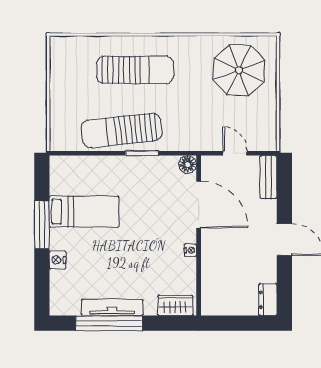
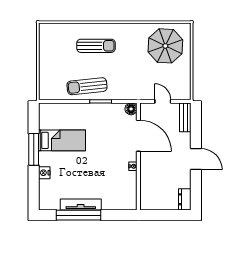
sun lounger: (135, 70) -> (96, 46), width x0.73, depth x0.75
sun lounger: (122, 130) -> (87, 86), width x0.73, depth x0.75
wardrobe: (175, 306) -> (123, 203), removed

